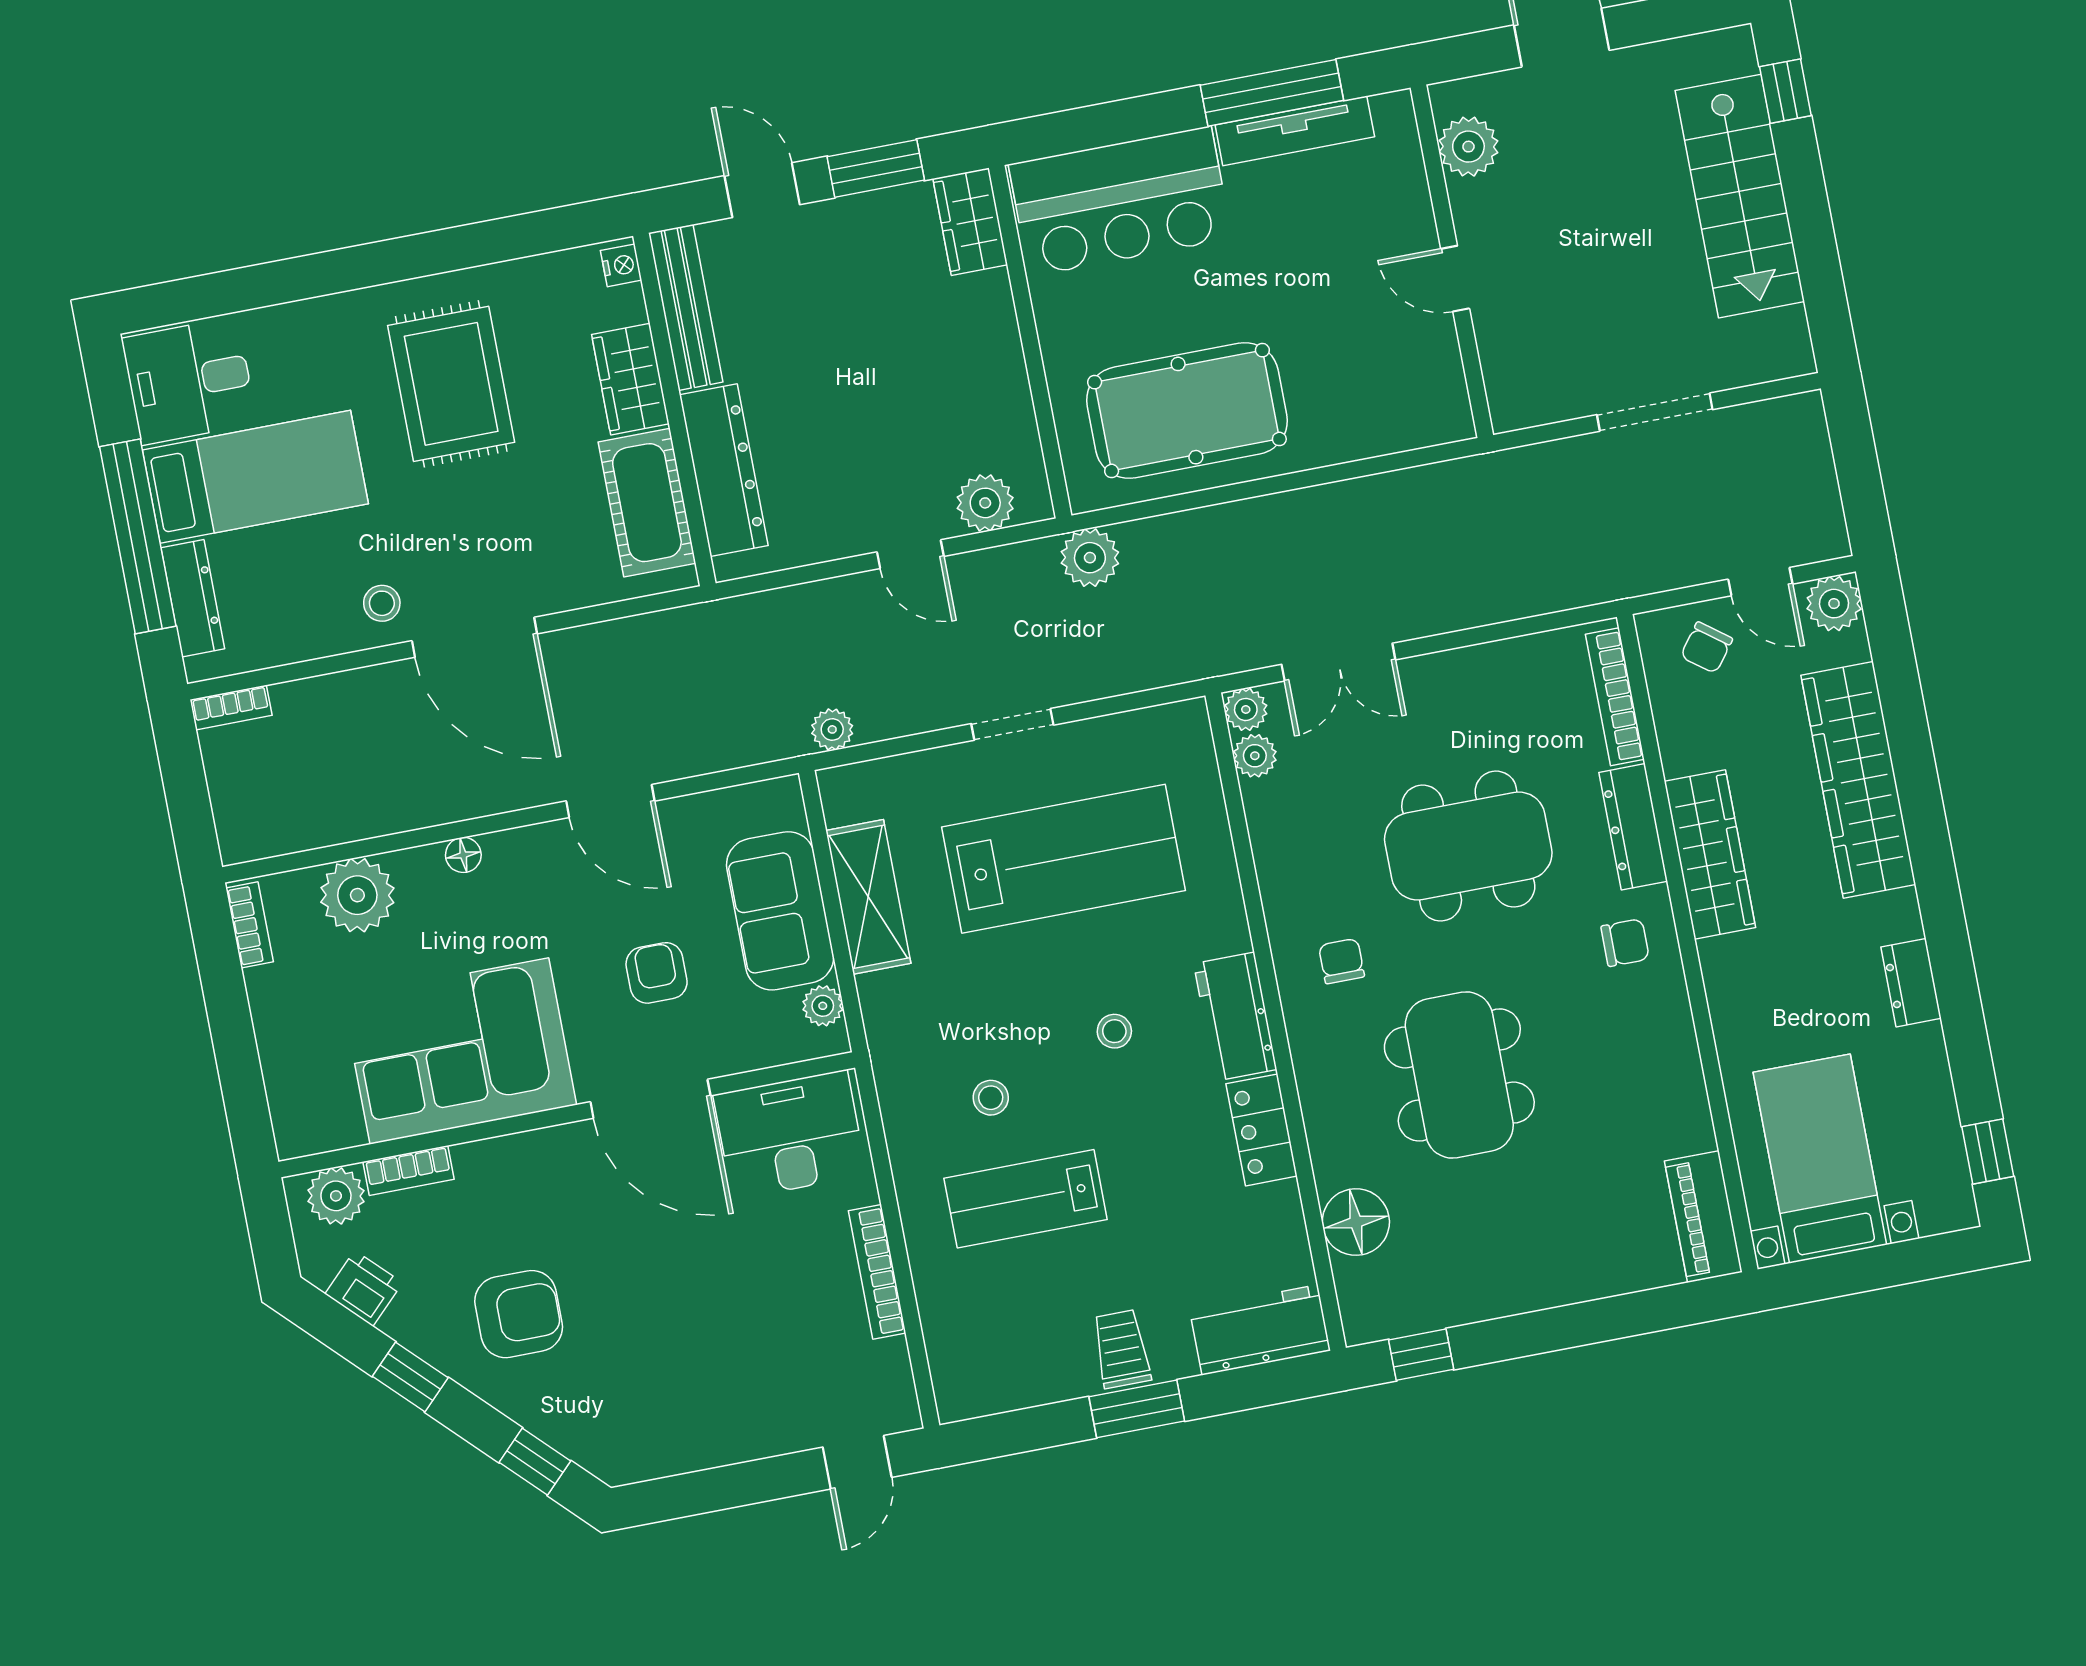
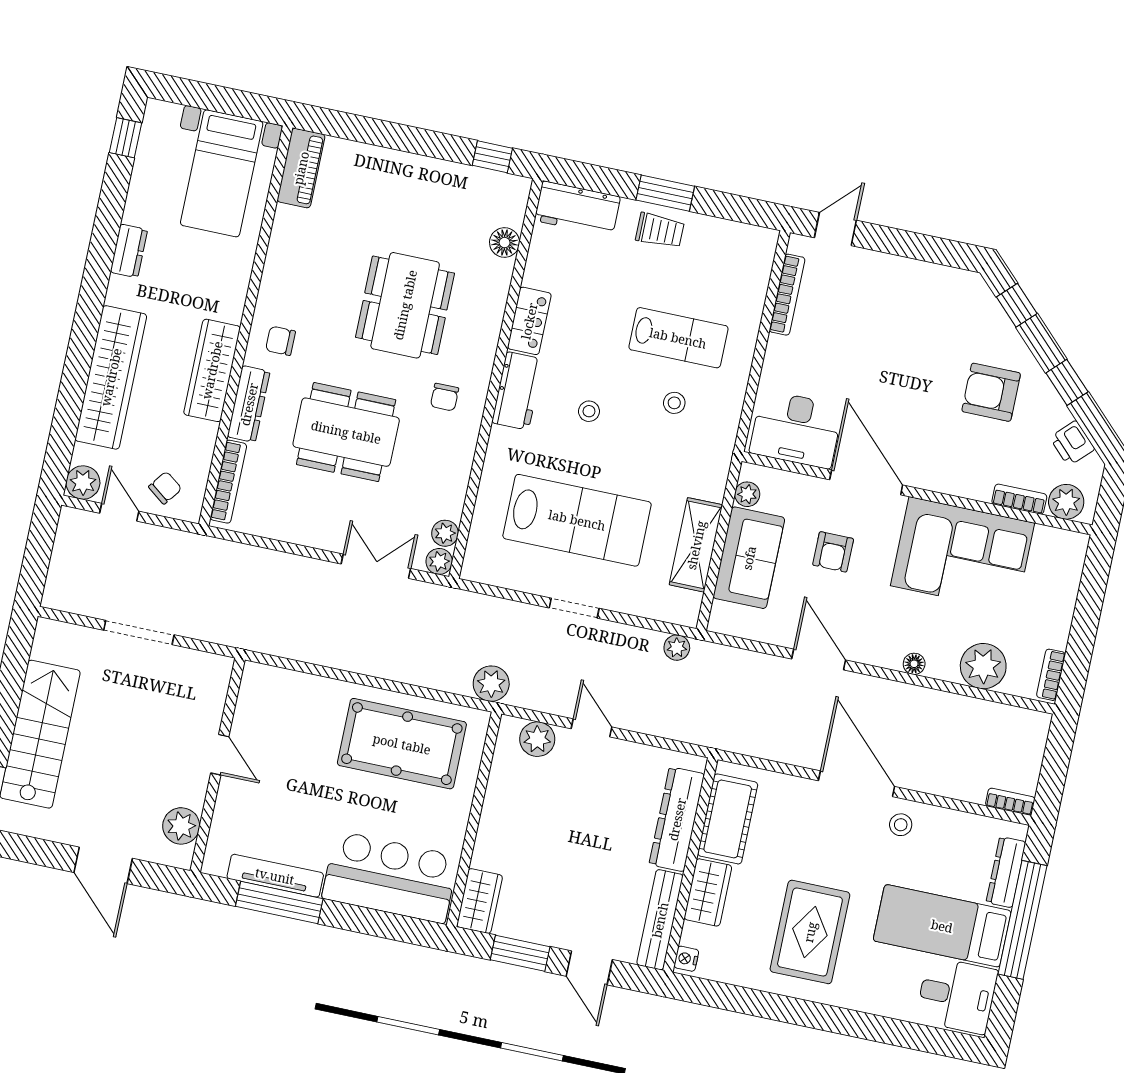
lab bench: (1063, 859) -> (577, 520), turned 180
floor lamp: (1356, 1222) -> (505, 243), width x0.73, depth x0.73
bookcase: (877, 1272) -> (787, 295), moved
trolley: (1121, 1349) -> (660, 231), turned -90

